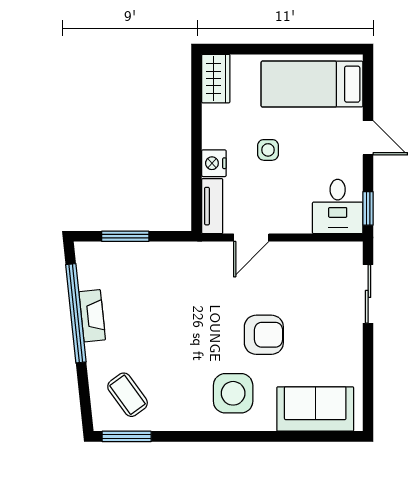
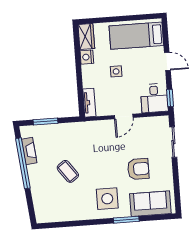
nightstand: (214, 163) -> (87, 57), moved
door: (251, 238) -> (124, 116), moved
fireplace: (92, 316) -> (29, 151), moved
armchair: (264, 335) -> (138, 169), moved
coffee table: (128, 395) -> (68, 171), moved
window: (127, 436) -> (126, 220), moved

